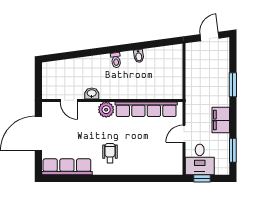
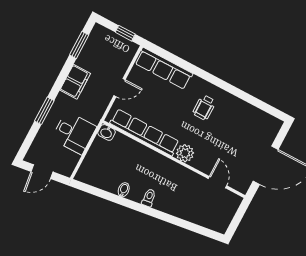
washbasin: (92, 93) -> (107, 132), moved
desk: (200, 160) -> (74, 133), moved, turned 90
row of seats: (67, 167) -> (164, 68), moved

